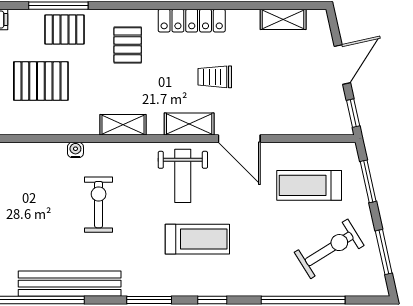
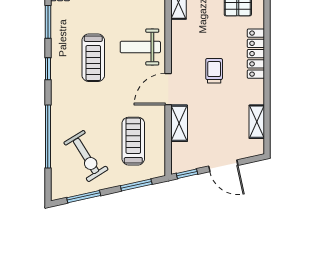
shelving: (189, 124) -> (179, 123), moved

